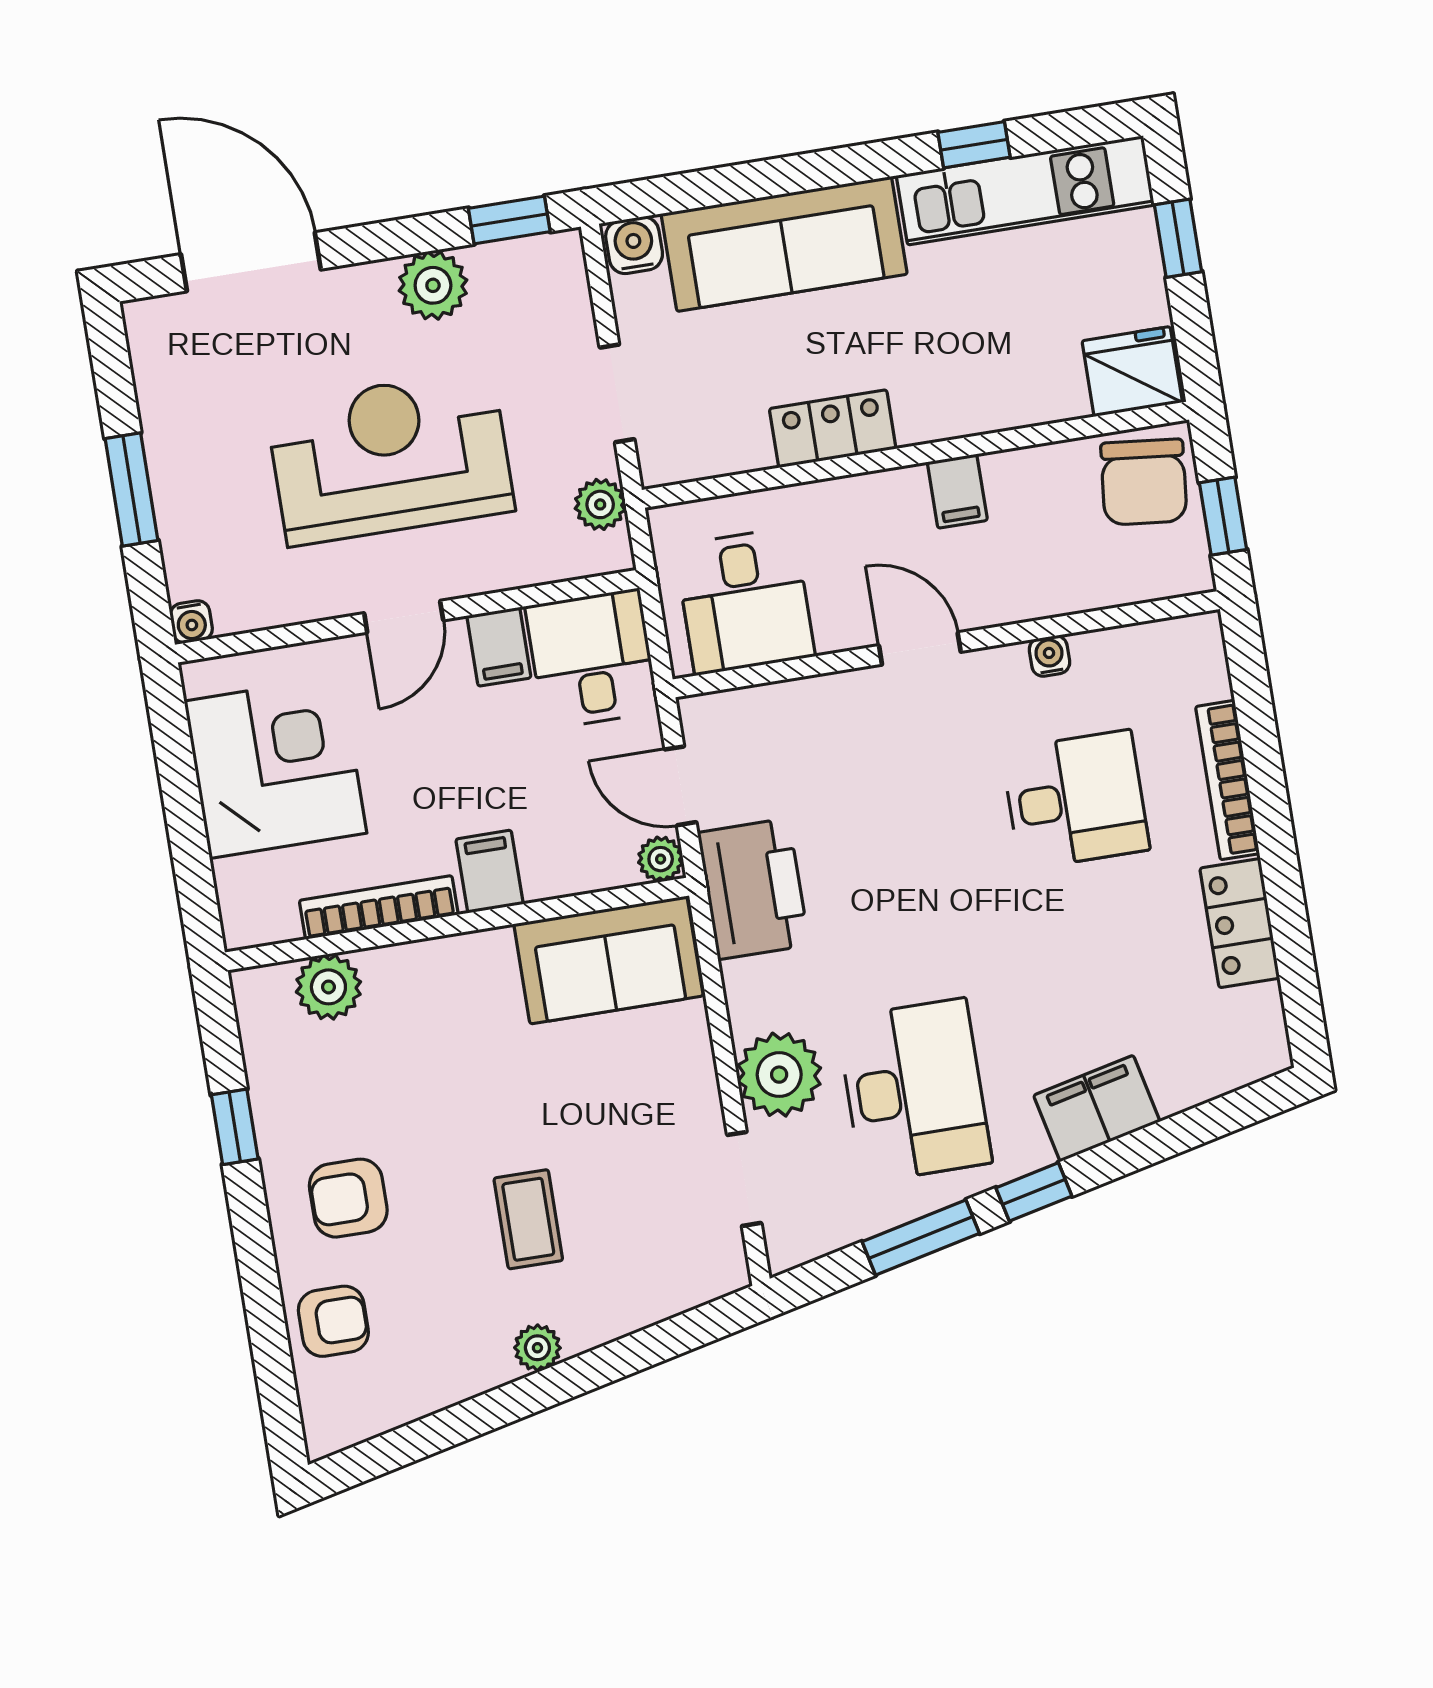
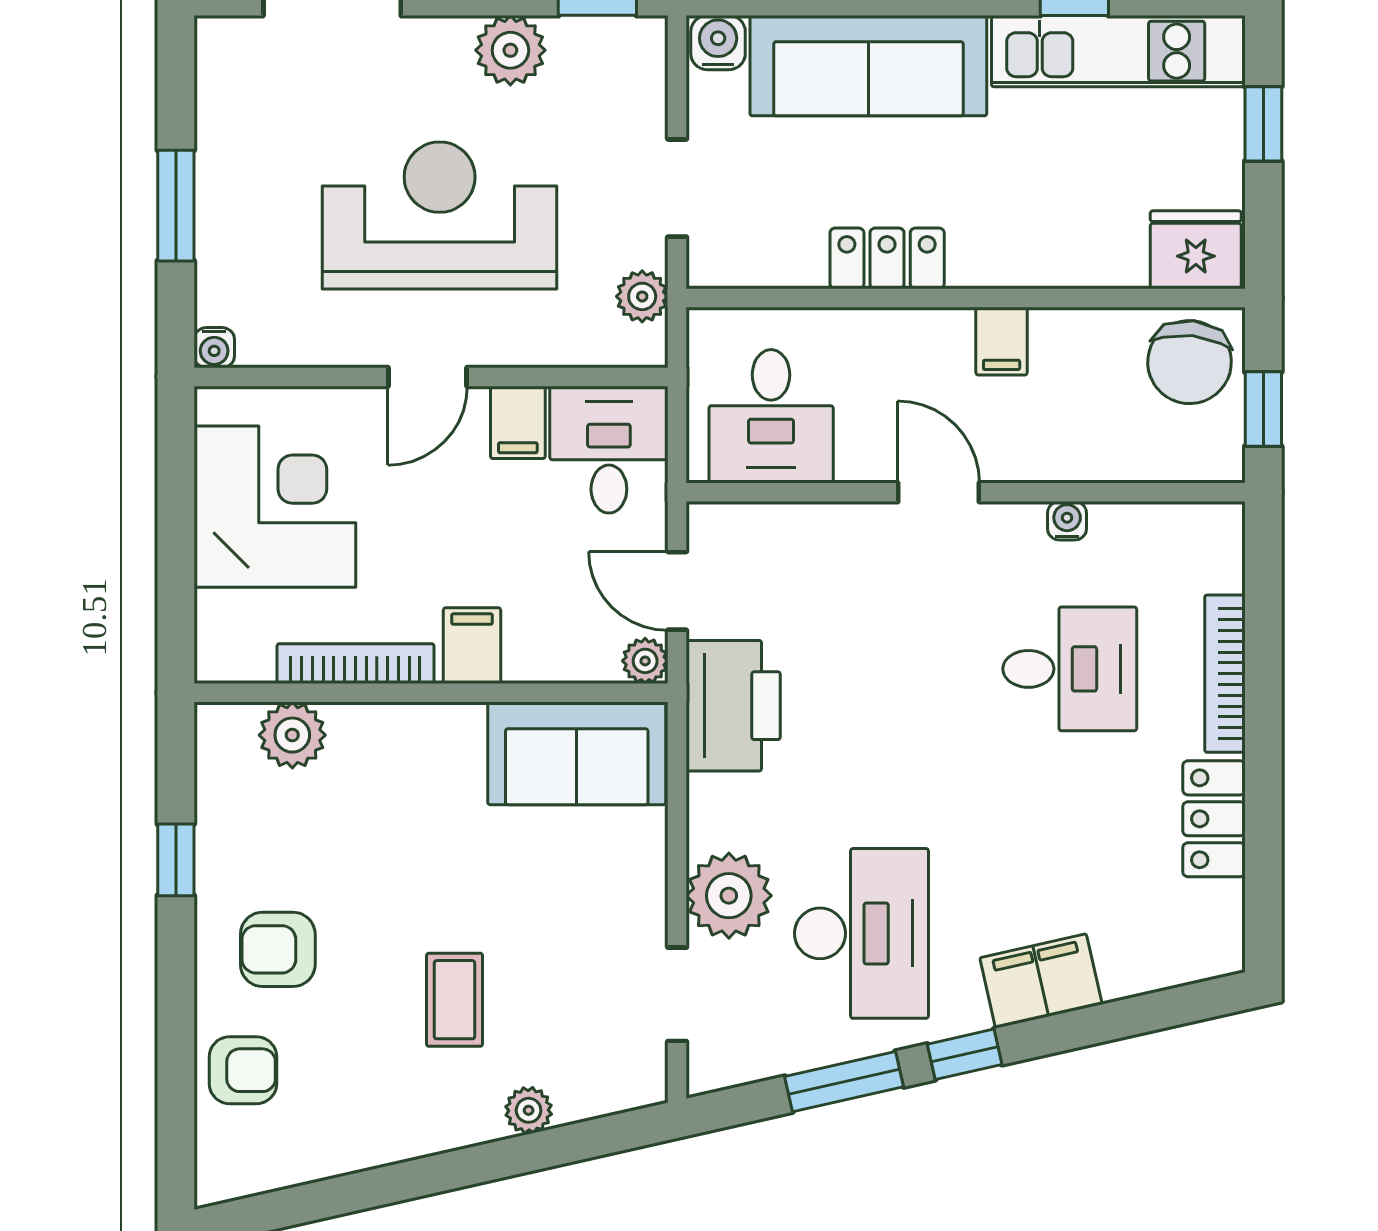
plant: (537, 1348) -> (529, 1110), moved

